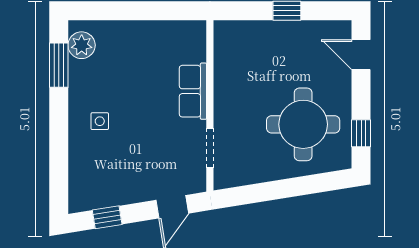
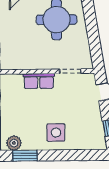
side table: (100, 121) -> (56, 133), width x1.87, depth x1.87

